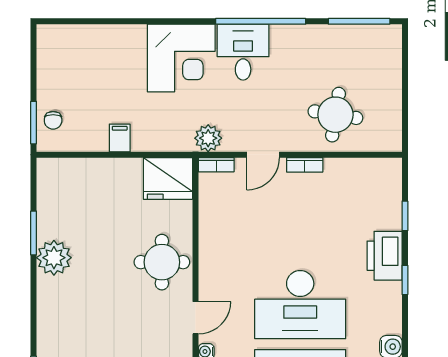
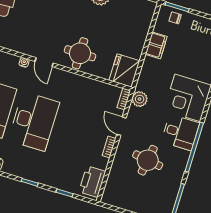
round table: (335, 115) -> (148, 160), moved
filing cabinet: (120, 138) -> (156, 45), width x2.00
printer: (385, 256) -> (92, 182), moved, turned -90
desk: (300, 305) -> (34, 121), turned 180

